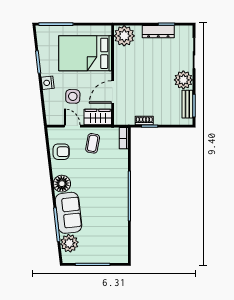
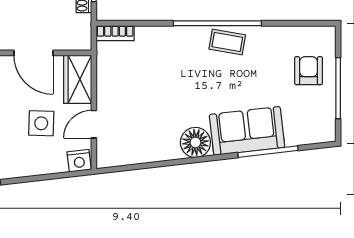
nightstand: (48, 83) -> (79, 161), moved
coffee table: (93, 143) -> (227, 42), moved
armchair: (61, 152) -> (309, 71), moved
plant: (69, 243) -> (301, 129), removed

